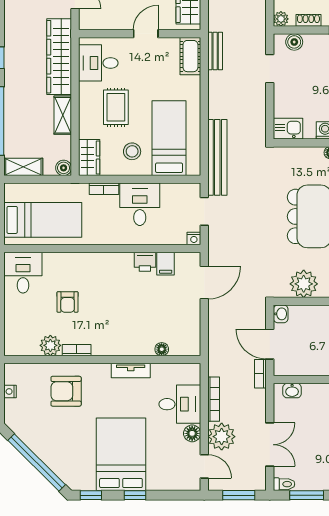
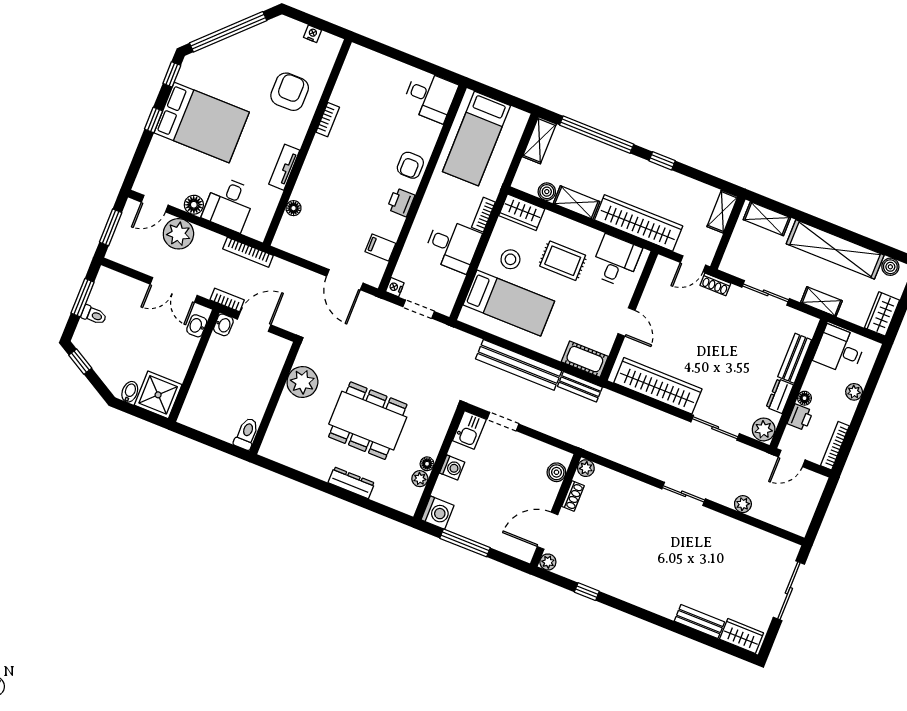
doorway: (270, 69) -> (503, 422), moved
bench: (217, 157) -> (519, 365), moved
boiler: (64, 168) -> (547, 192), moved
printer: (145, 262) -> (401, 202), moved
armchair: (68, 302) -> (410, 165), moved, turned -90
washbasin: (281, 314) -> (223, 325), moved, turned -90
plant: (50, 345) -> (343, 94), removed
bookcase: (214, 399) -> (248, 252), moved
double door: (270, 445) -> (174, 290), moved
toilet: (284, 484) -> (94, 315), moved, turned -90

